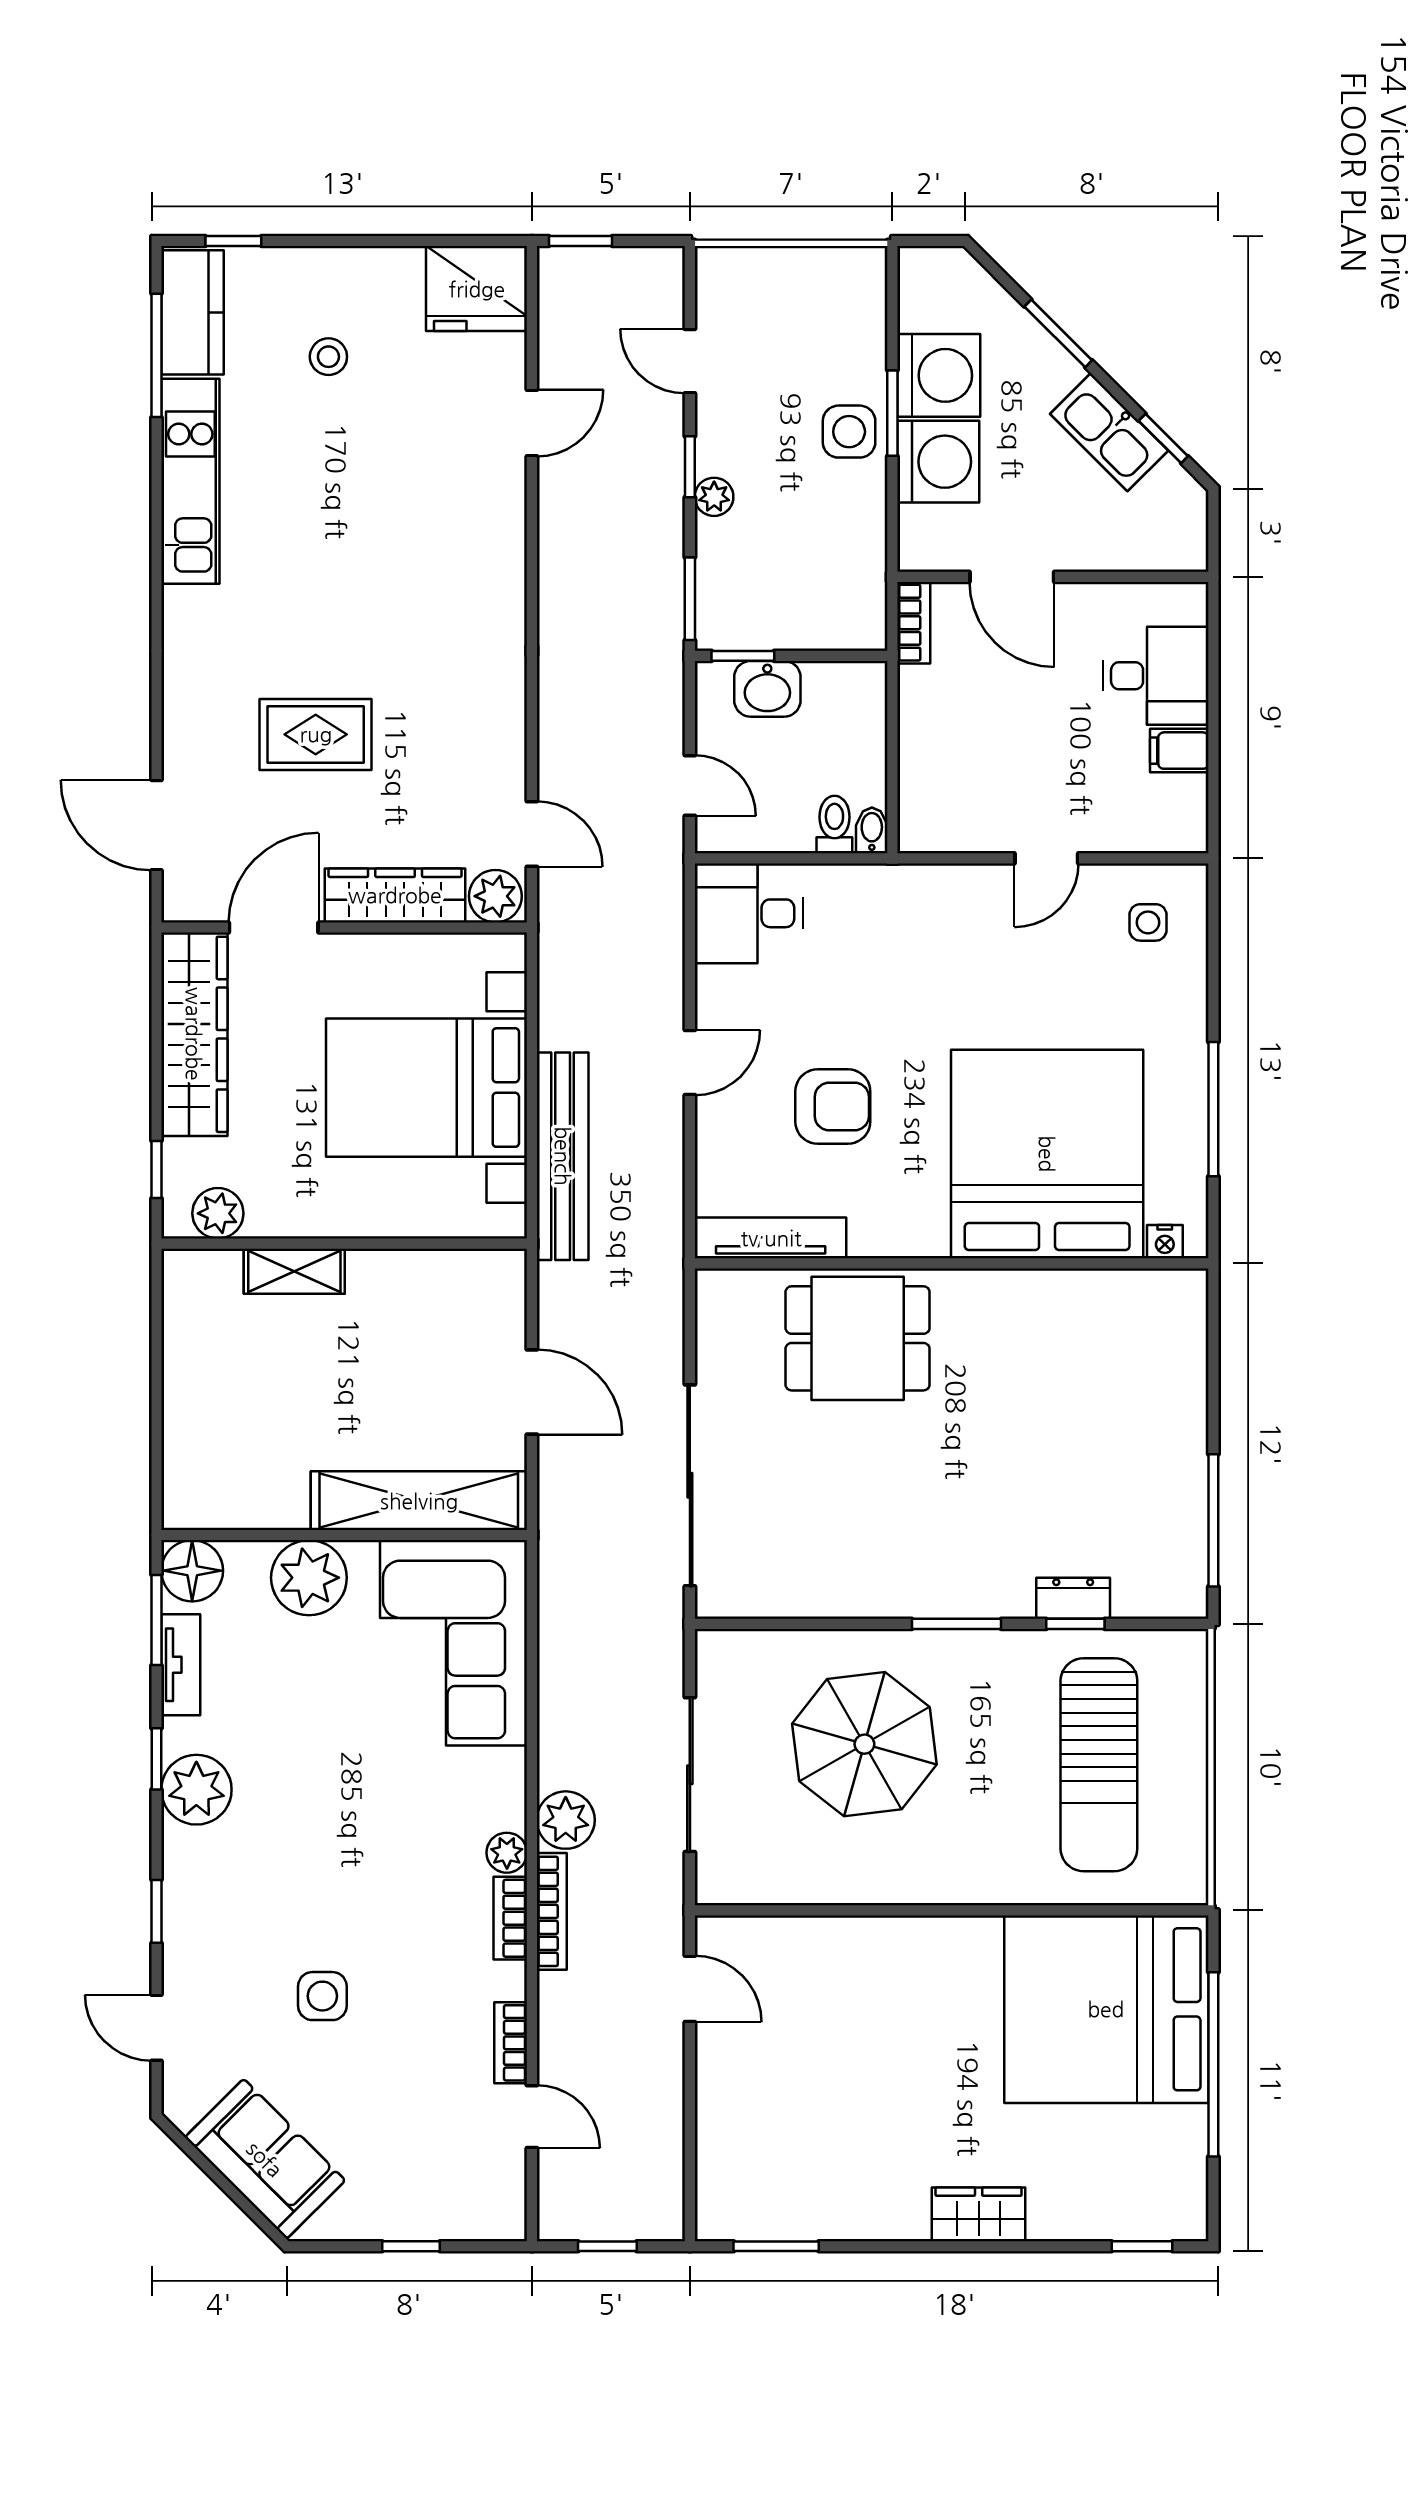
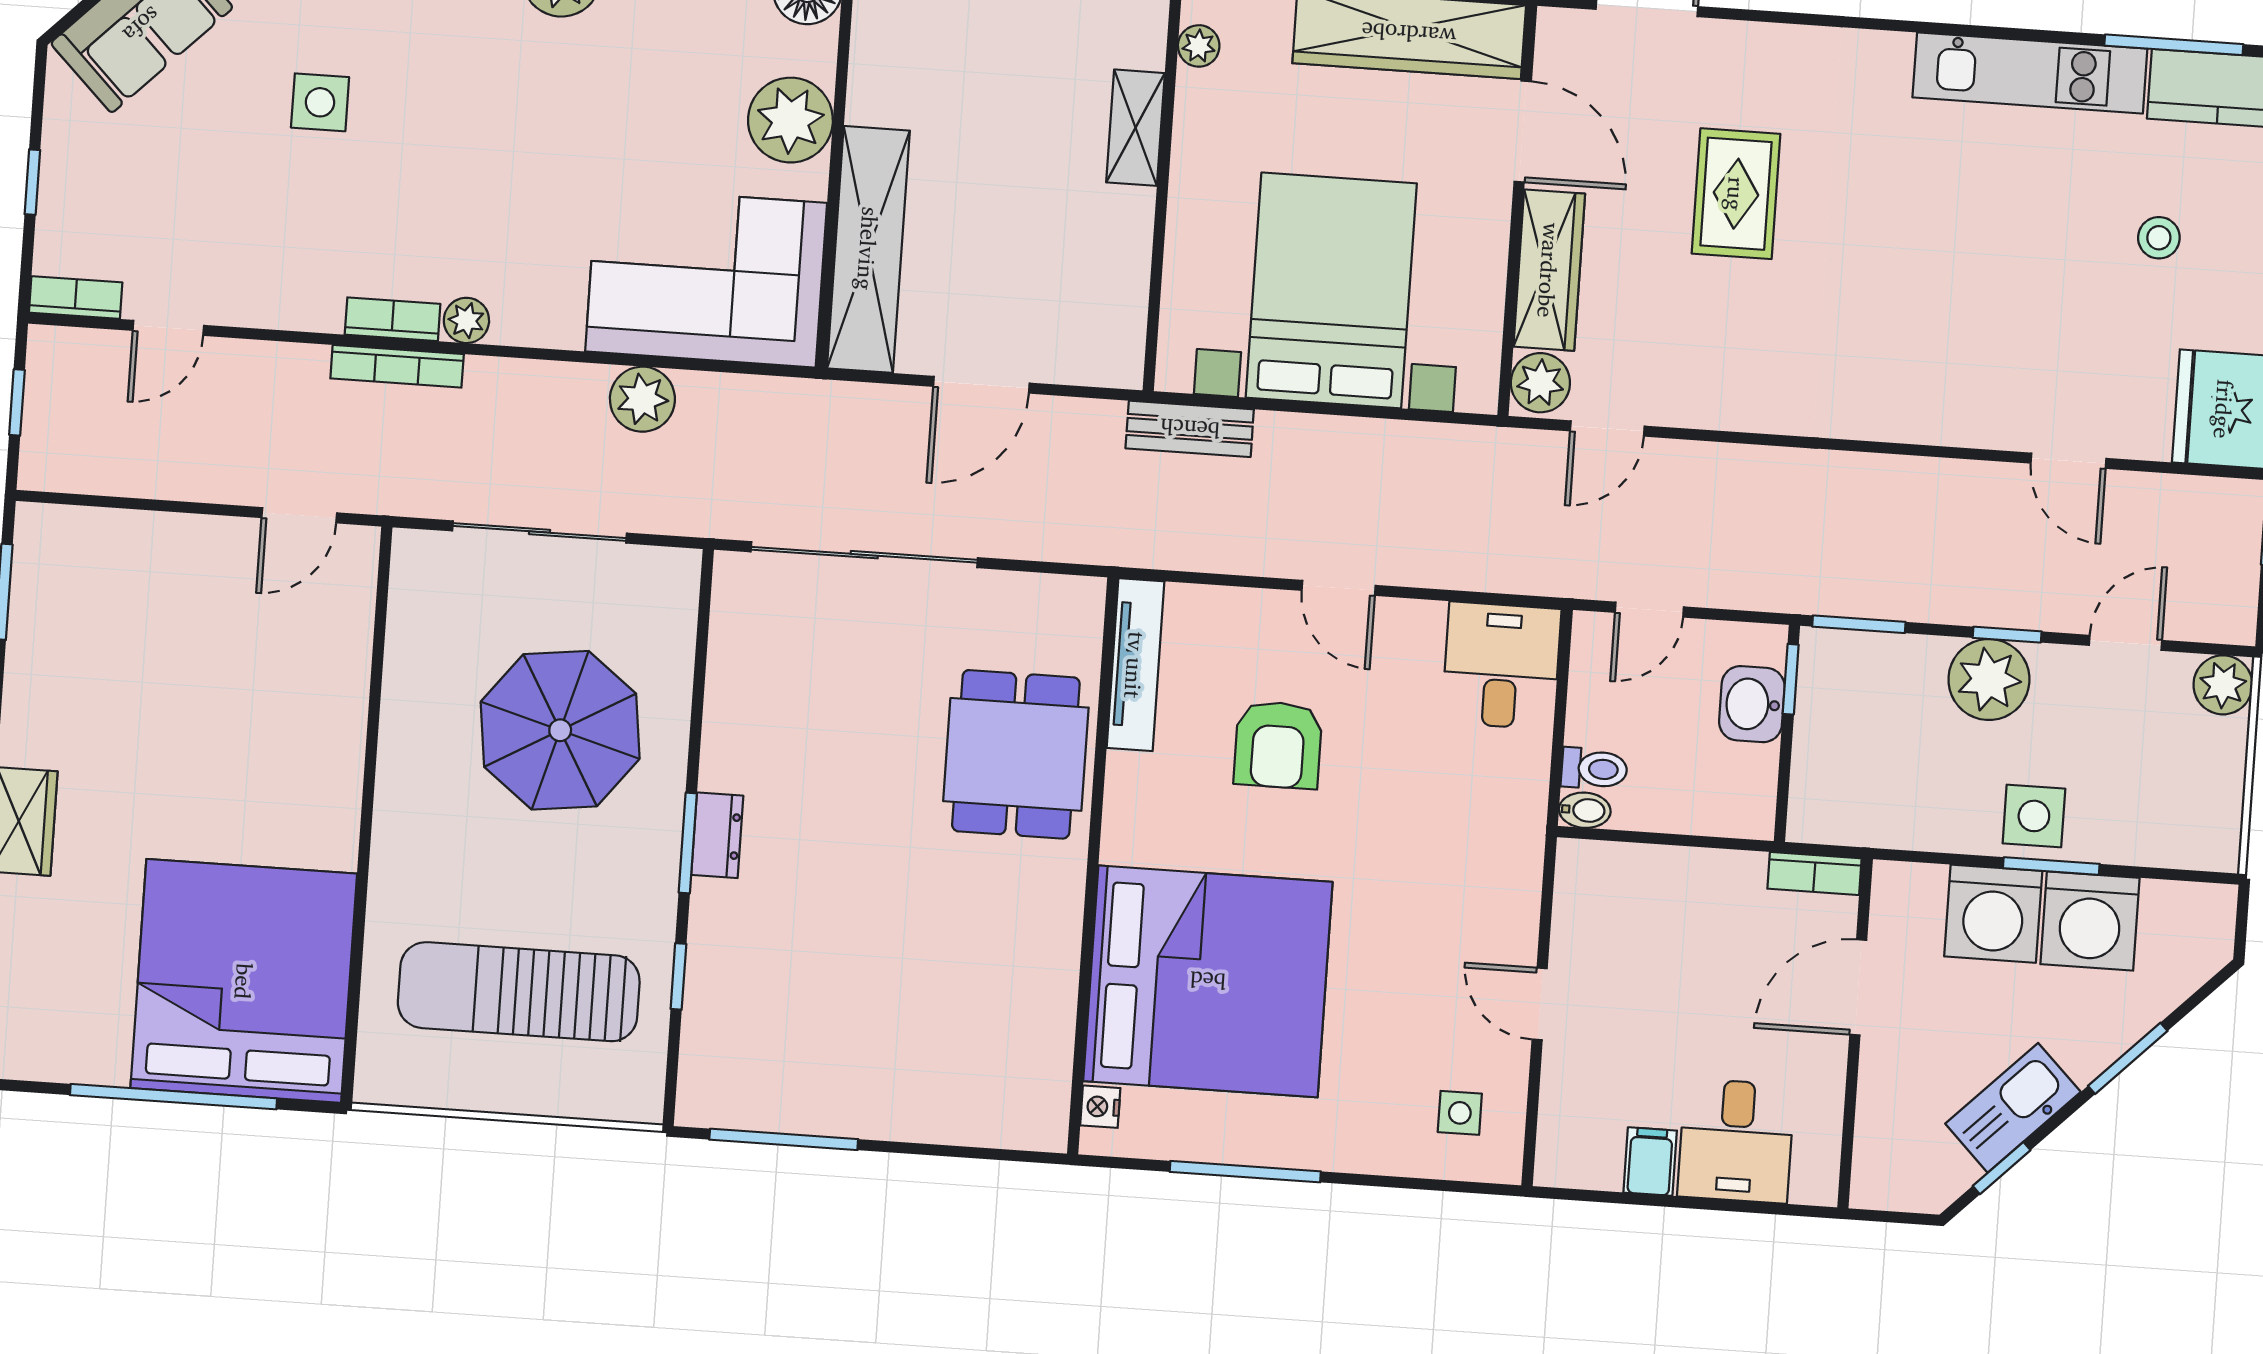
plant: (721, 272) -> (2223, 685), added
plant: (714, 497) -> (1989, 680), width x1.87, depth x1.87
bench: (563, 1156) -> (1190, 429), width x0.54, depth x0.82
plant: (218, 1213) -> (1199, 46), width x0.73, depth x0.73
dresser: (1073, 1598) -> (717, 835), moved
plant: (566, 1820) -> (642, 399), moved
bookcase: (511, 2043) -> (76, 297), moved

